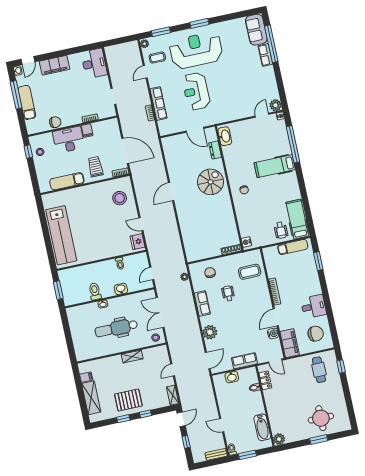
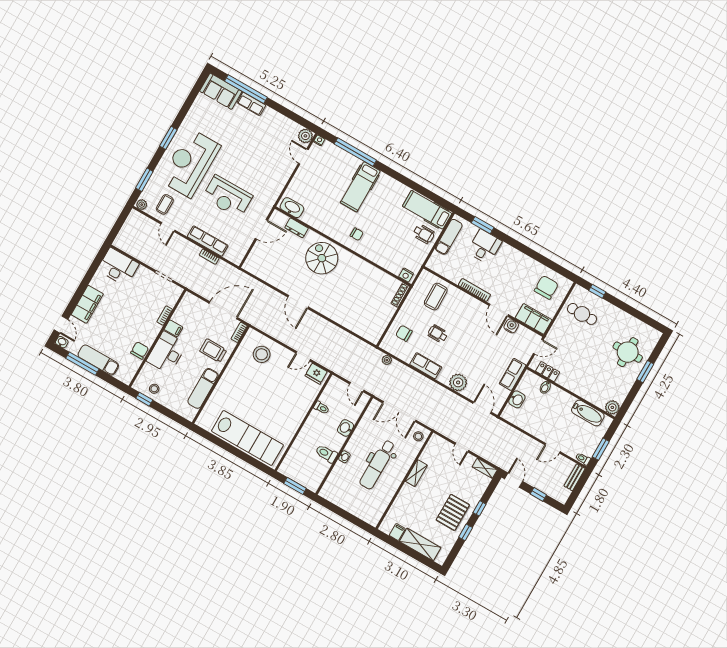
desk: (313, 307) -> (484, 247), moved

